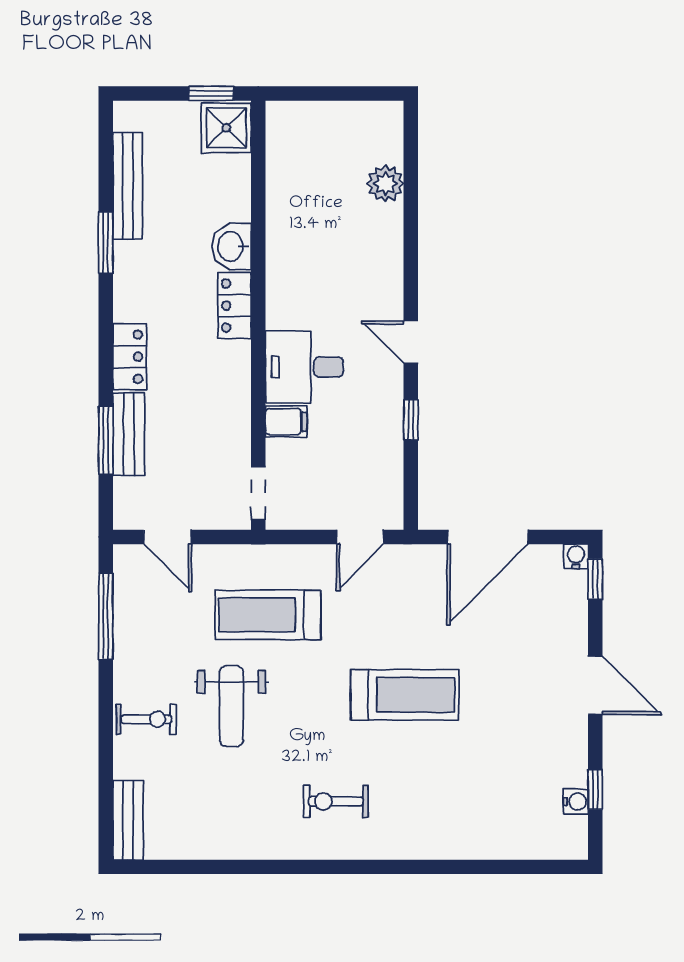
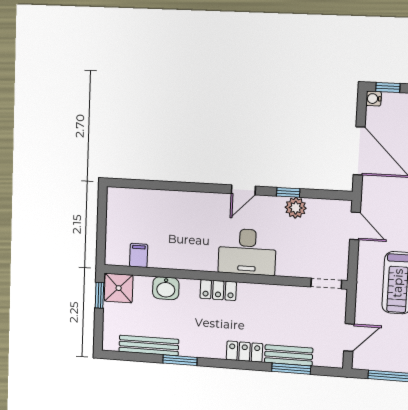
plant: (385, 184) -> (296, 208), moved
washbasin: (232, 246) -> (166, 288), moved
desk: (304, 367) -> (247, 252), width x1.37
filing cabinet: (286, 422) -> (139, 255), moved

